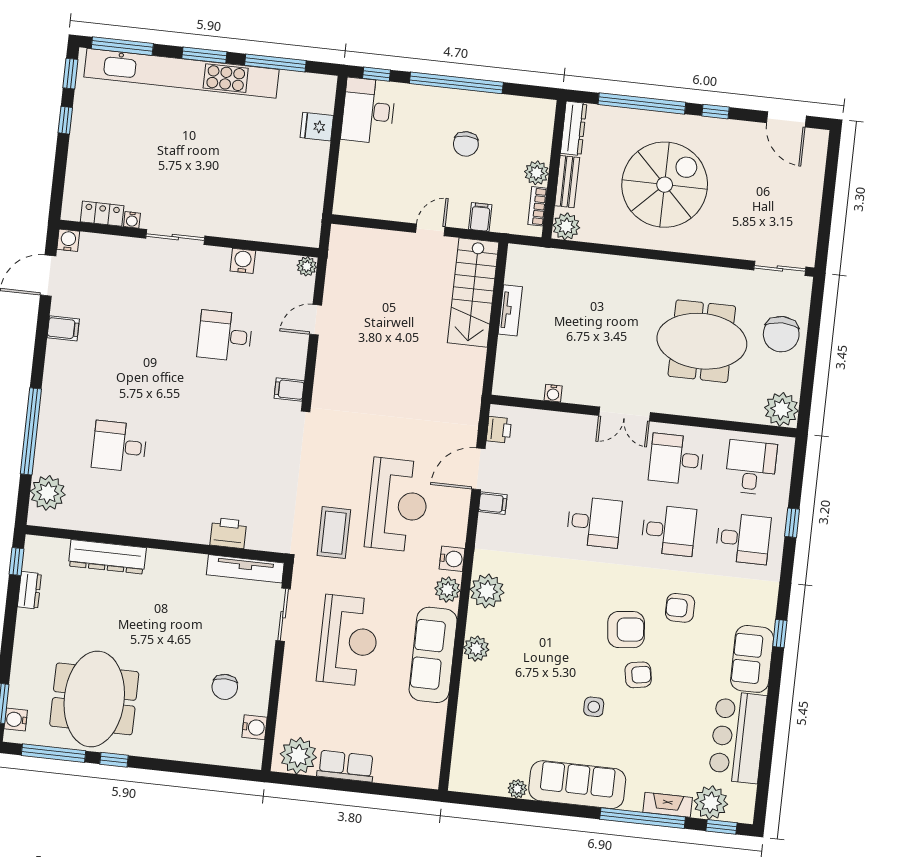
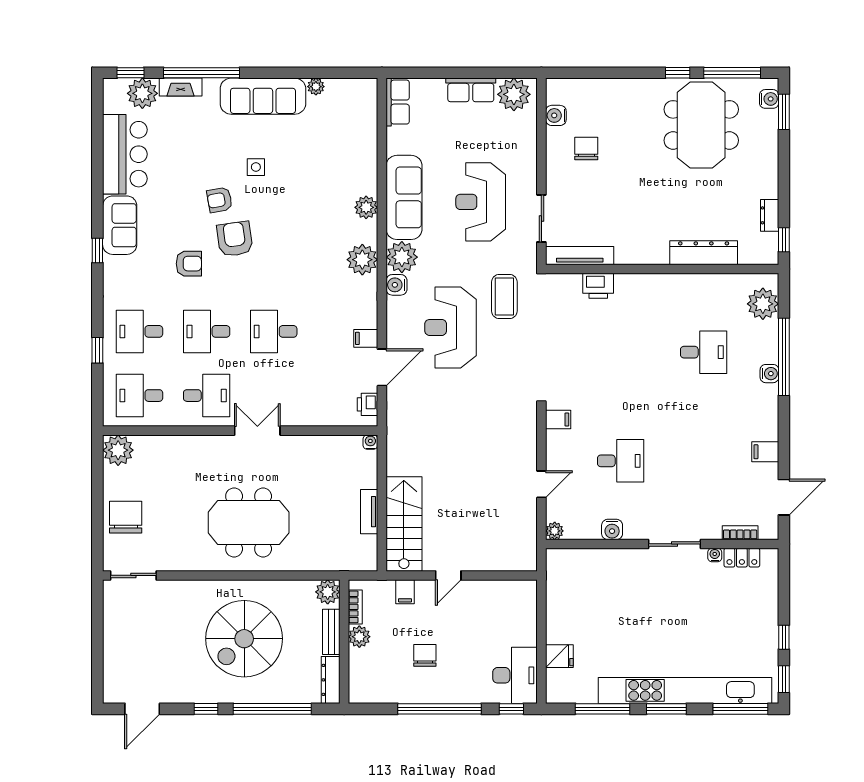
door: (786, 119) -> (142, 709), swing flipped
water cooler: (68, 240) -> (769, 374), moved, turned -90
bookcase: (101, 242) -> (740, 533), added
meeting table: (702, 341) -> (249, 523), moved
water cooler: (553, 393) -> (370, 442), moved
desk: (751, 467) -> (139, 396), turned 90
plant: (447, 590) -> (402, 257), width x1.36, depth x1.36
armchair: (626, 630) -> (235, 239), turned 88
row of seats: (428, 762) -> (398, 102), added

